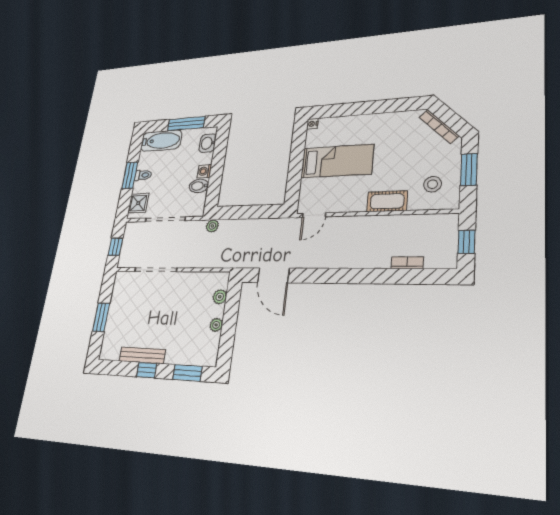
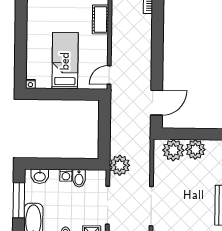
door: (314, 215) -> (109, 75), swing flipped
plant: (212, 226) -> (120, 165), width x1.87, depth x1.87
plant: (220, 297) -> (173, 150), width x1.88, depth x1.88
plant: (216, 325) -> (195, 149), width x1.88, depth x1.88

